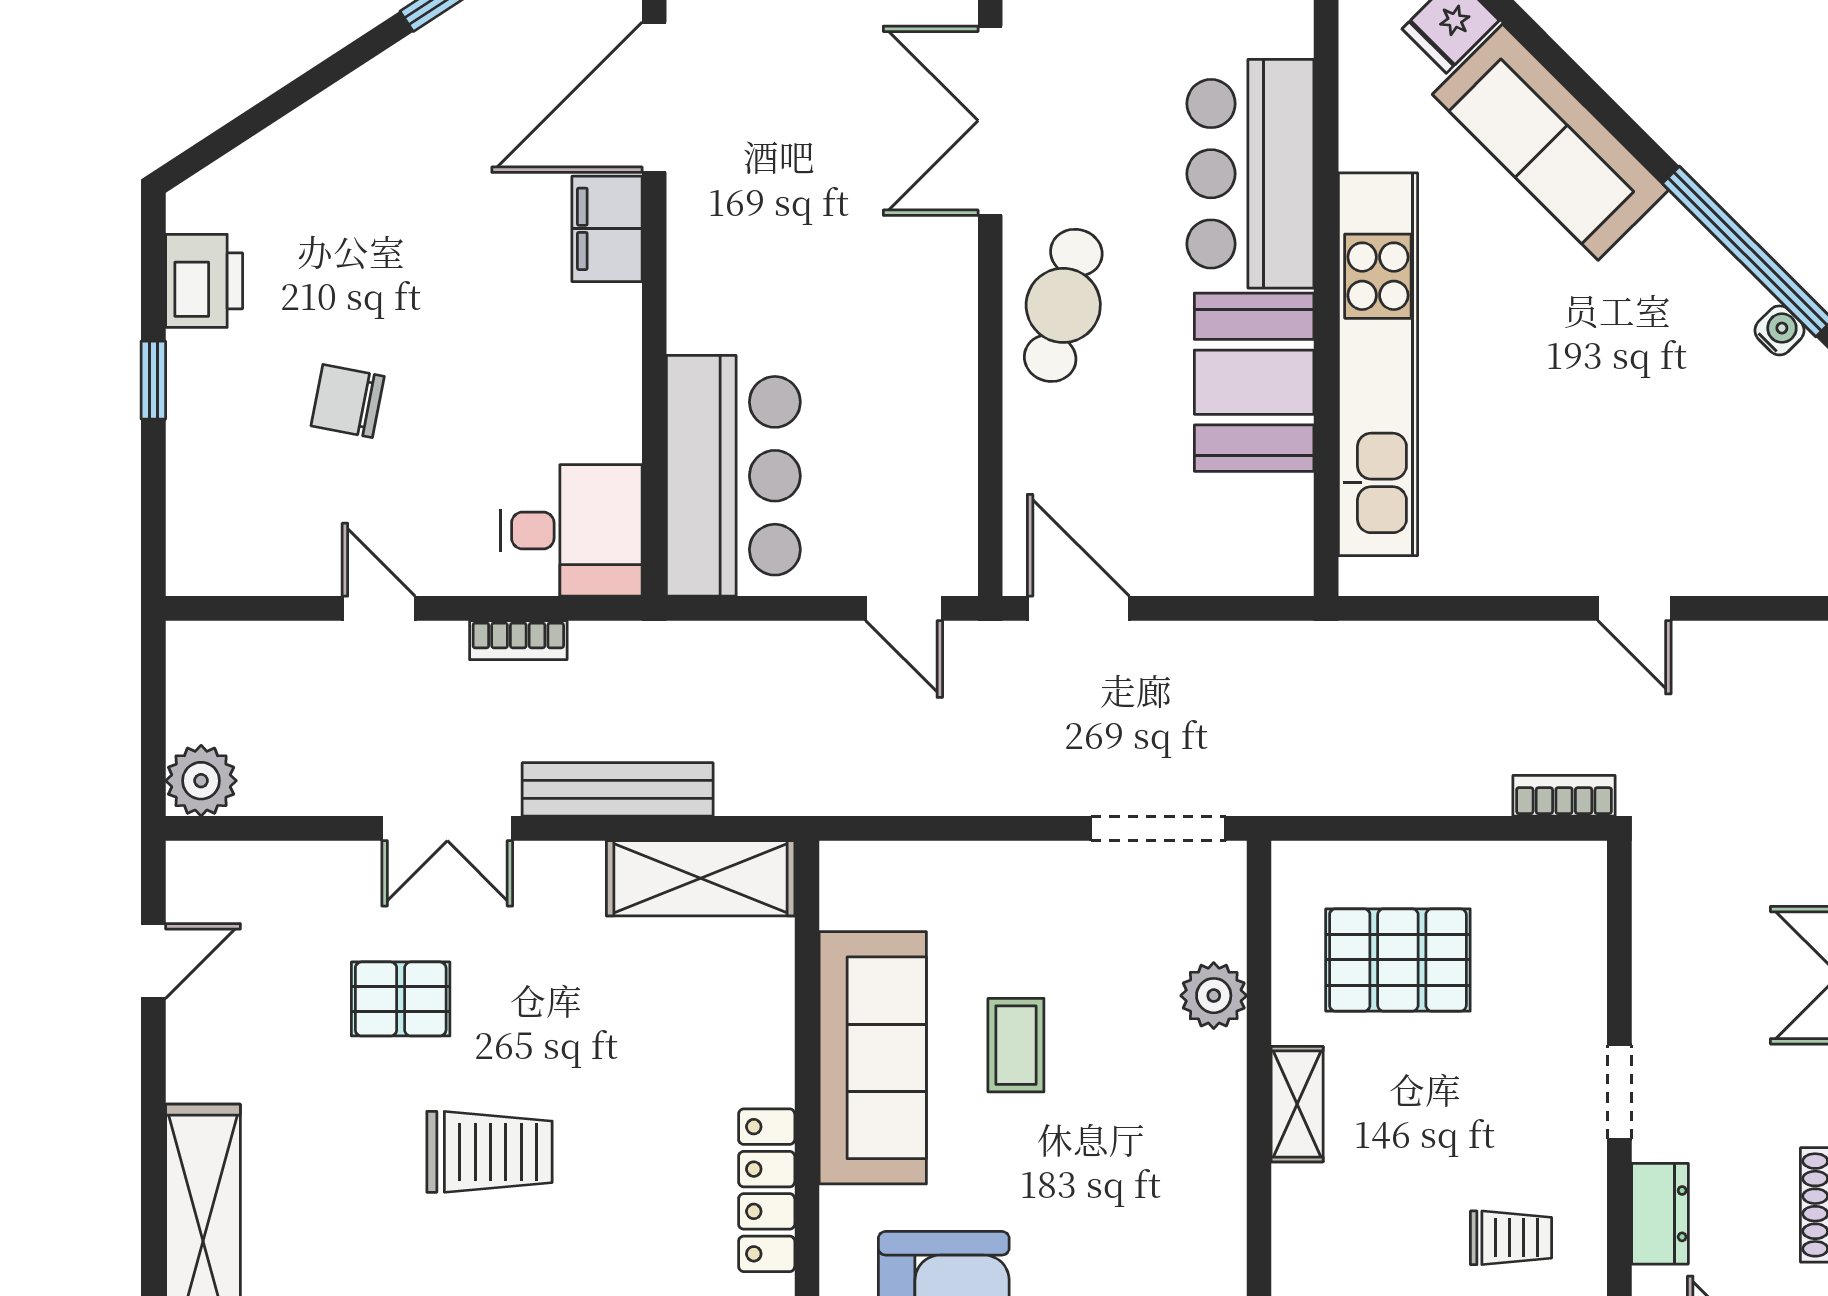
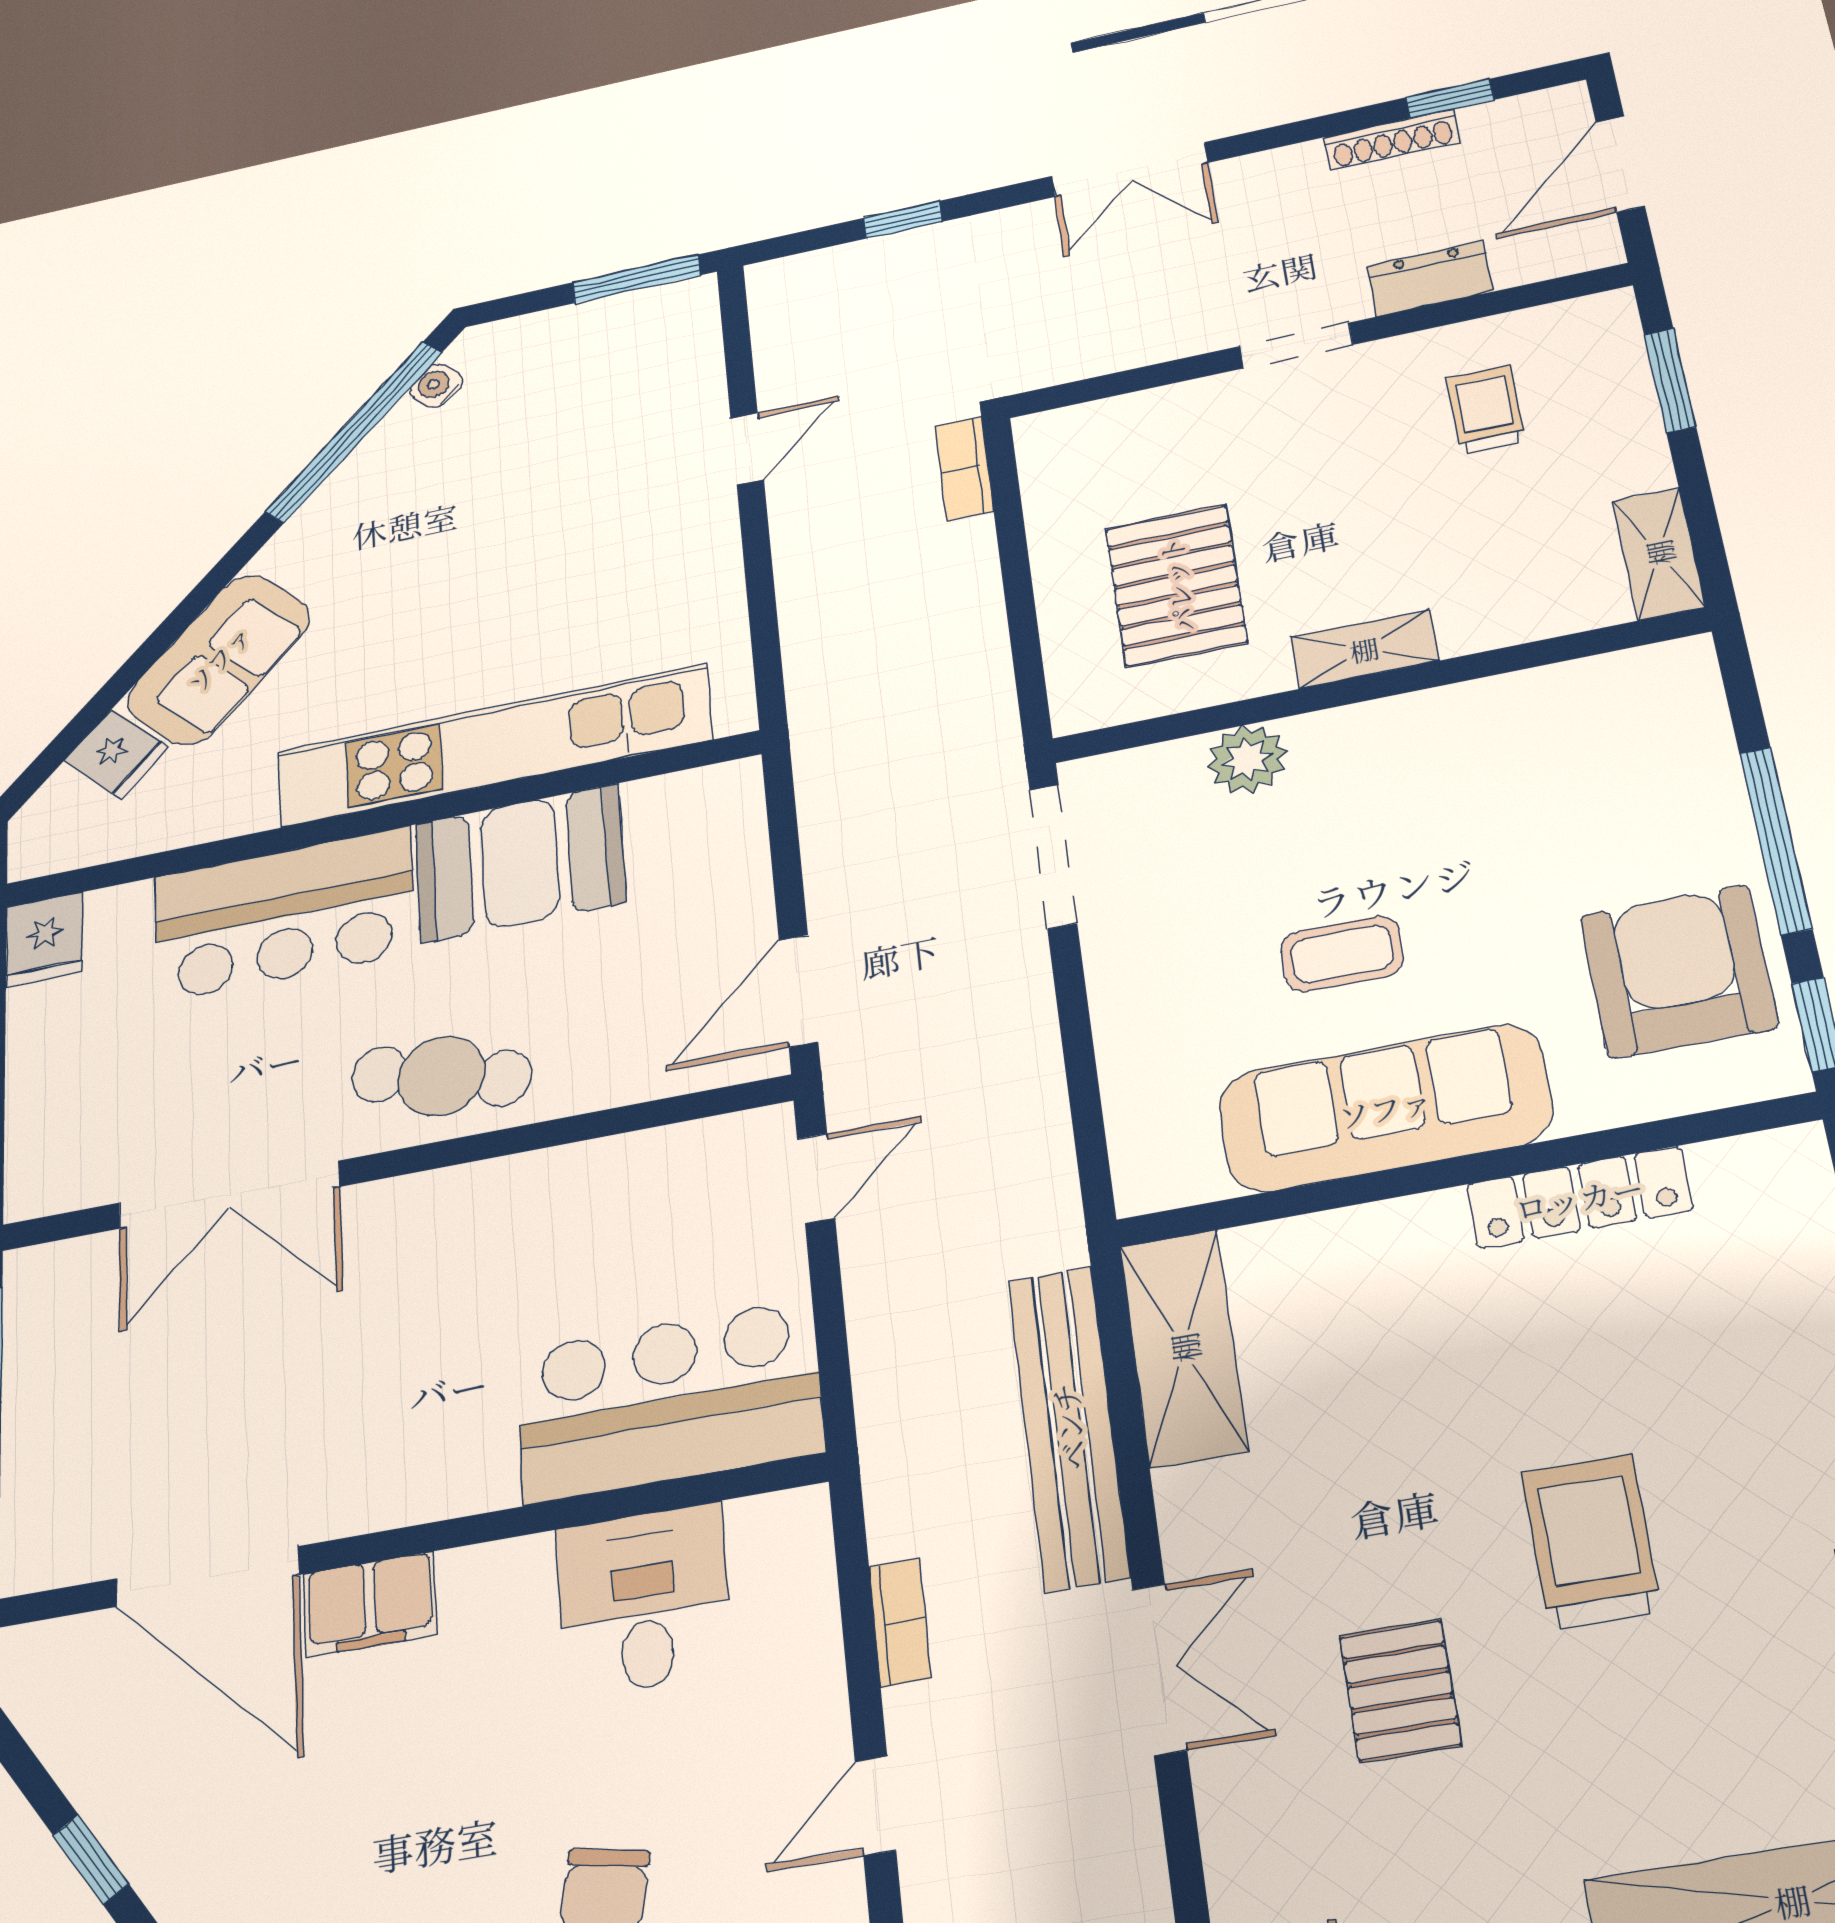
sofa: (1550, 142) -> (219, 659), width x0.73
desk: (571, 530) -> (644, 1600), moved
bench: (618, 789) -> (1068, 1427), width x1.37, depth x1.21

